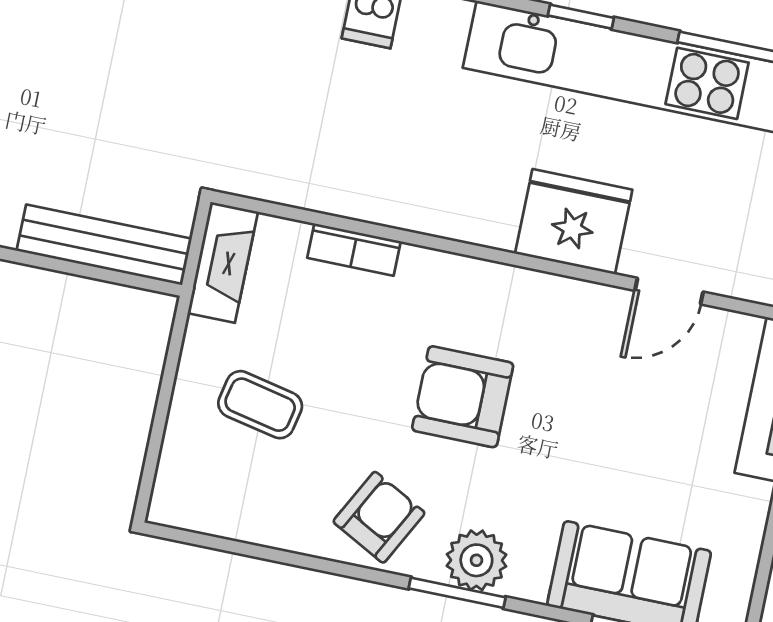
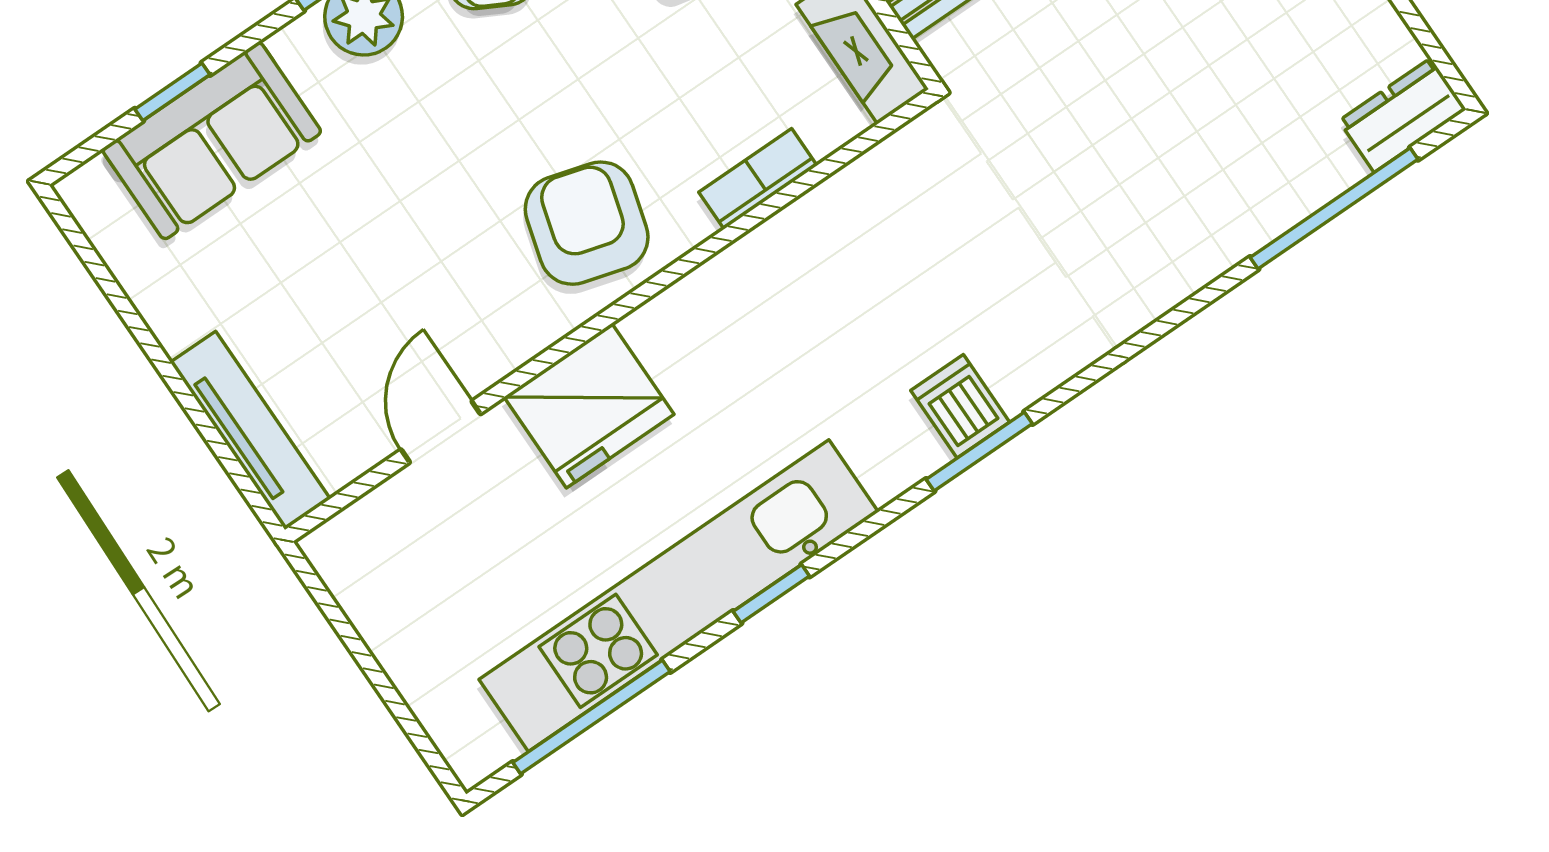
armchair: (463, 397) -> (587, 223), moved, turned -74

